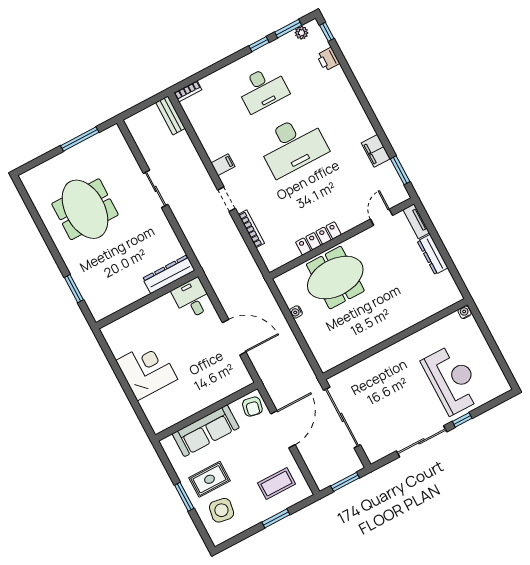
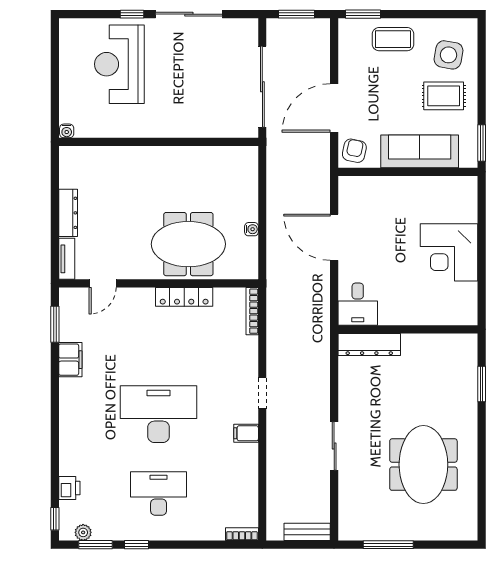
bench: (171, 115) -> (307, 532), moved, turned 90
bookcase: (251, 229) -> (252, 311), moved
coffee table: (277, 484) -> (393, 39), moved
window: (184, 497) -> (482, 143), moved
window: (276, 518) -> (363, 14), moved

